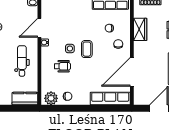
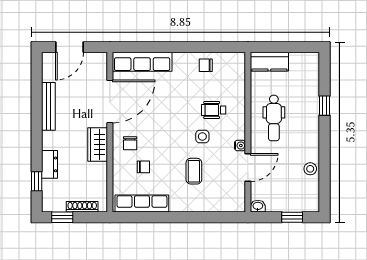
wardrobe: (140, 29) -> (98, 144), moved
coffee table: (87, 49) -> (194, 171), moved
plant: (51, 98) -> (230, 62), removed

